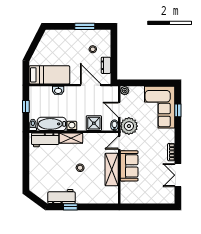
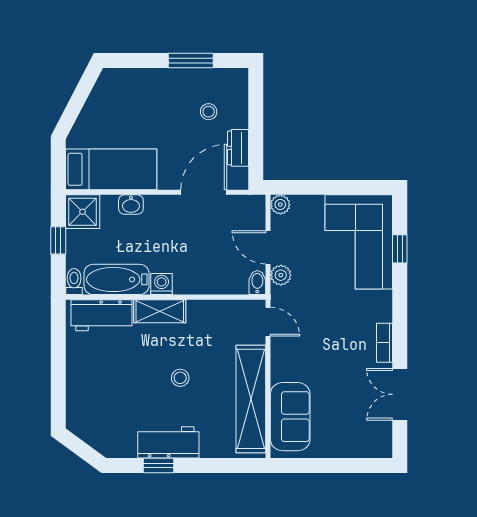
door: (91, 85) -> (204, 192), hinge flipped
shower: (94, 123) -> (83, 212), moved
plant: (129, 126) -> (281, 275), width x0.53, depth x0.53
door: (119, 143) -> (268, 322), swing flipped
sofa: (129, 166) -> (290, 417), moved
shelving: (112, 169) -> (251, 399), width x1.47
workbench: (62, 197) -> (168, 442), moved

